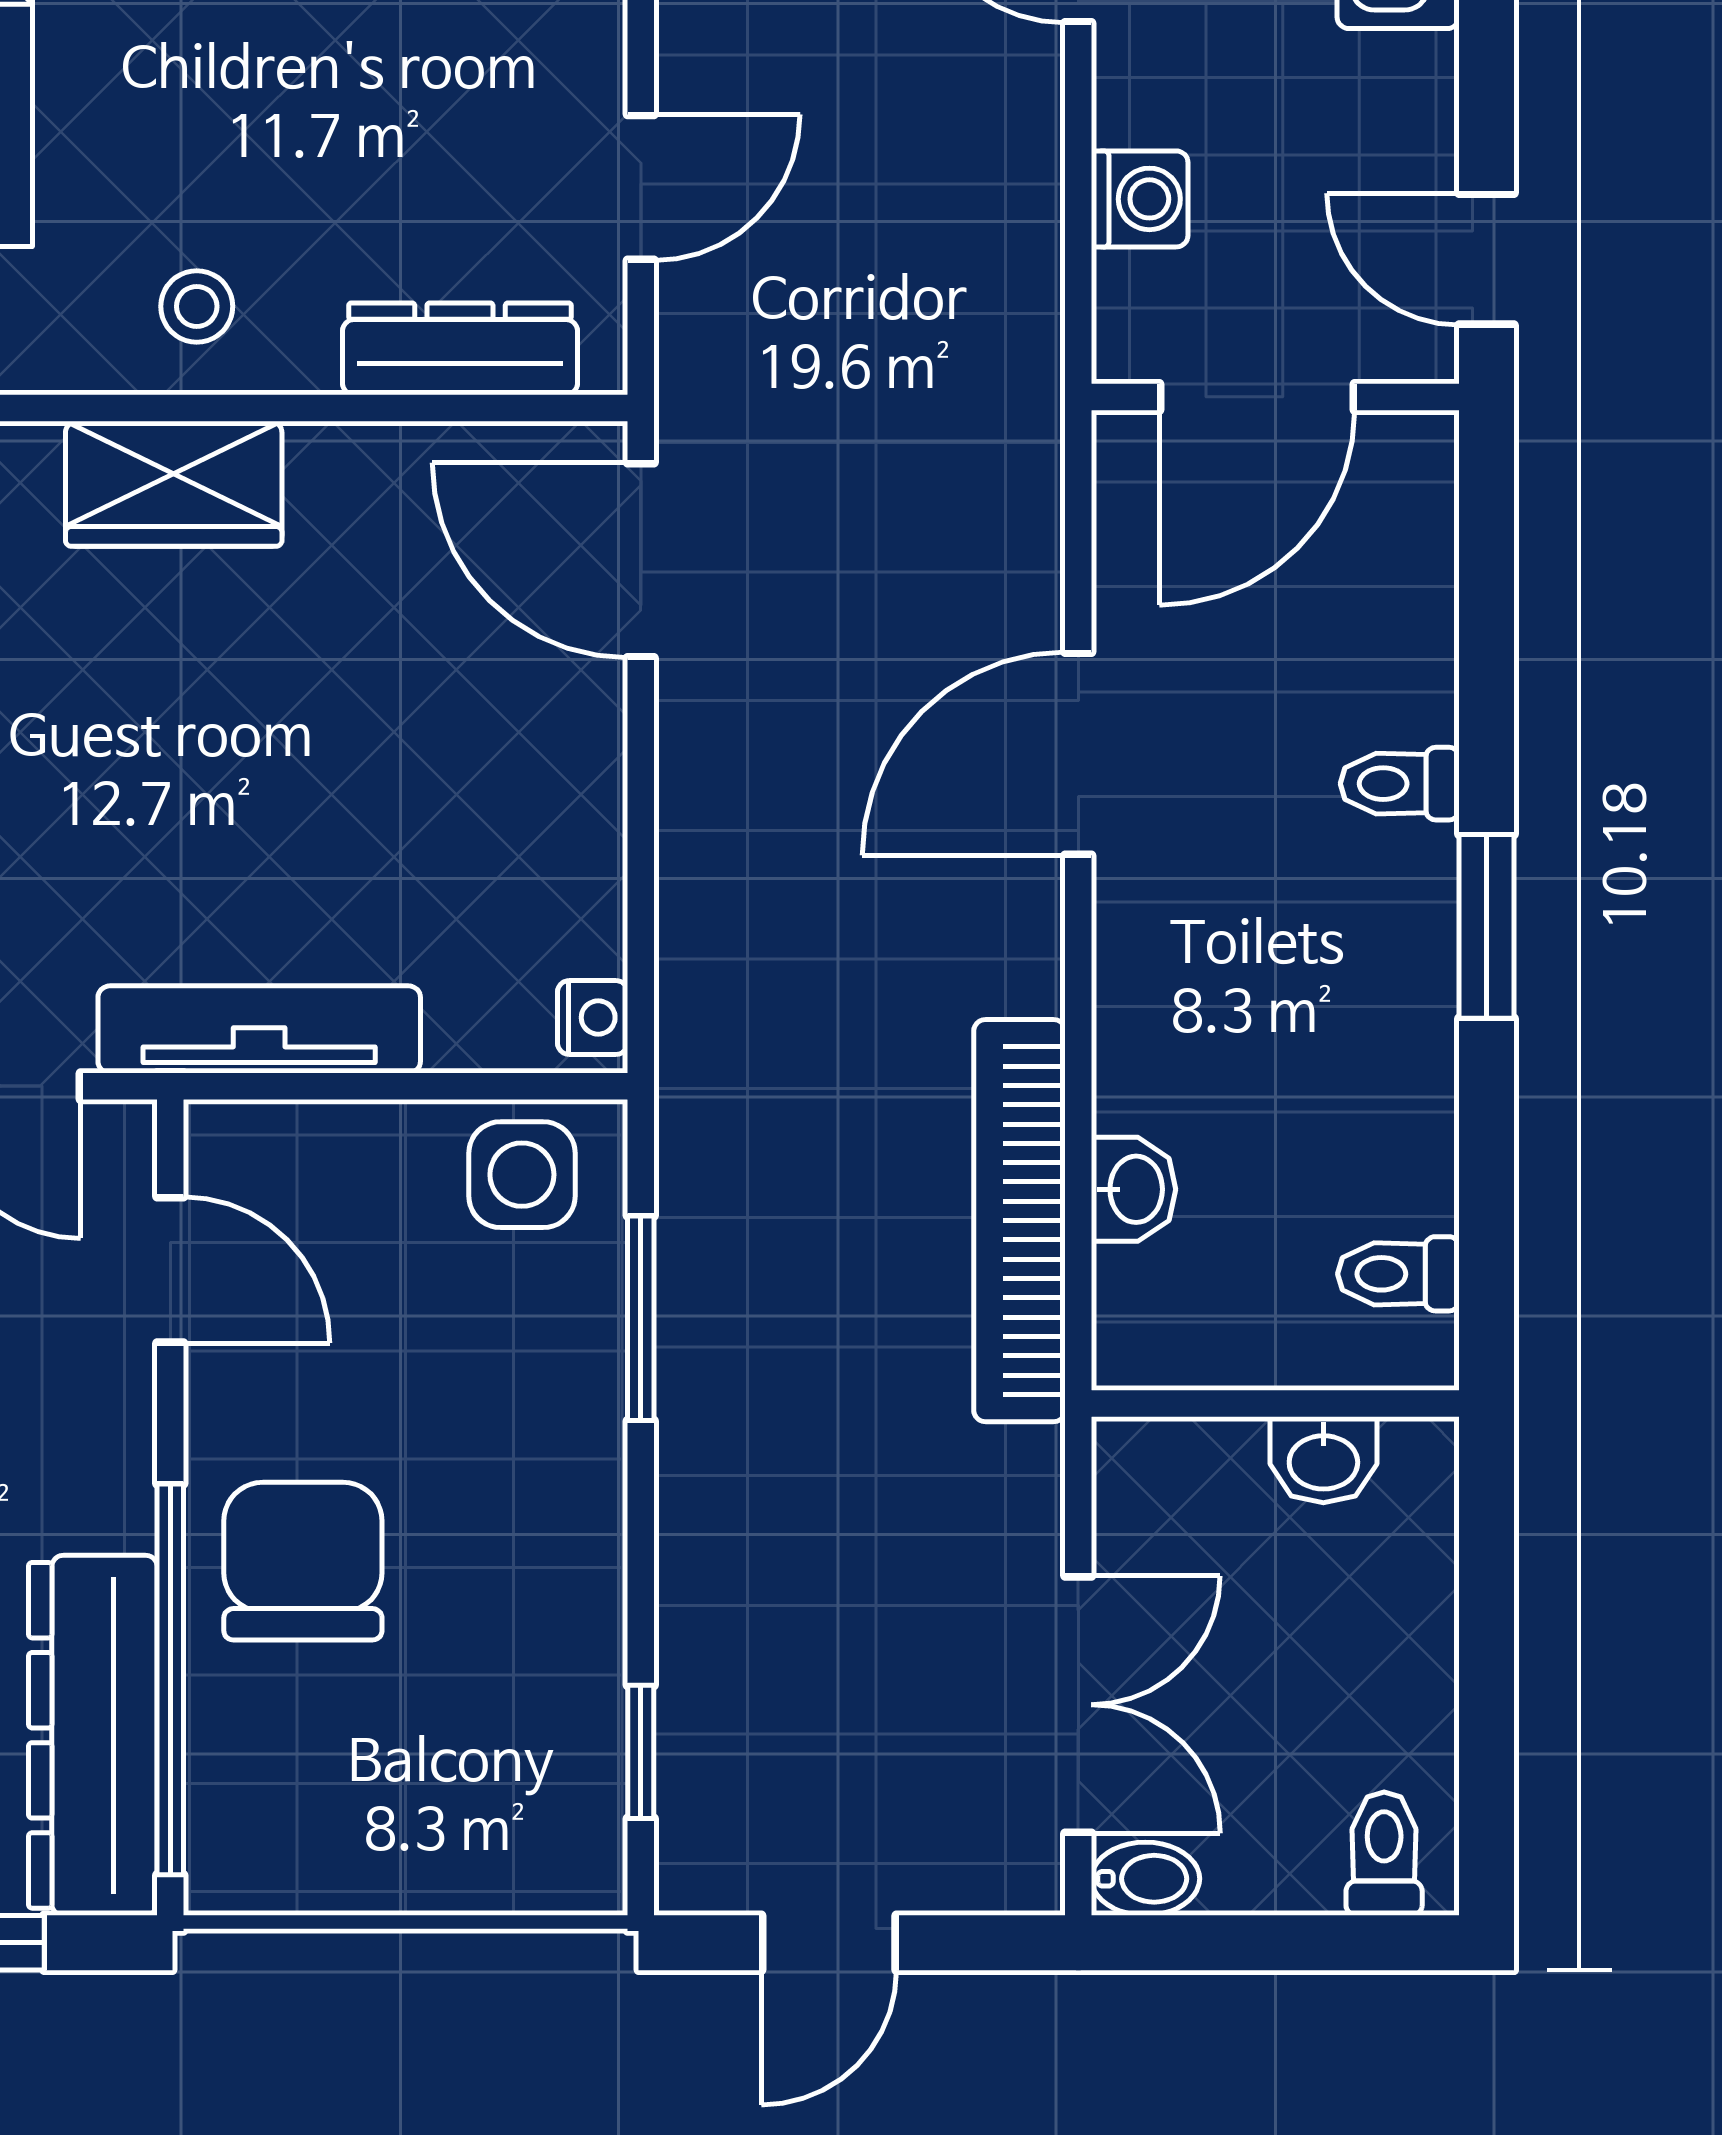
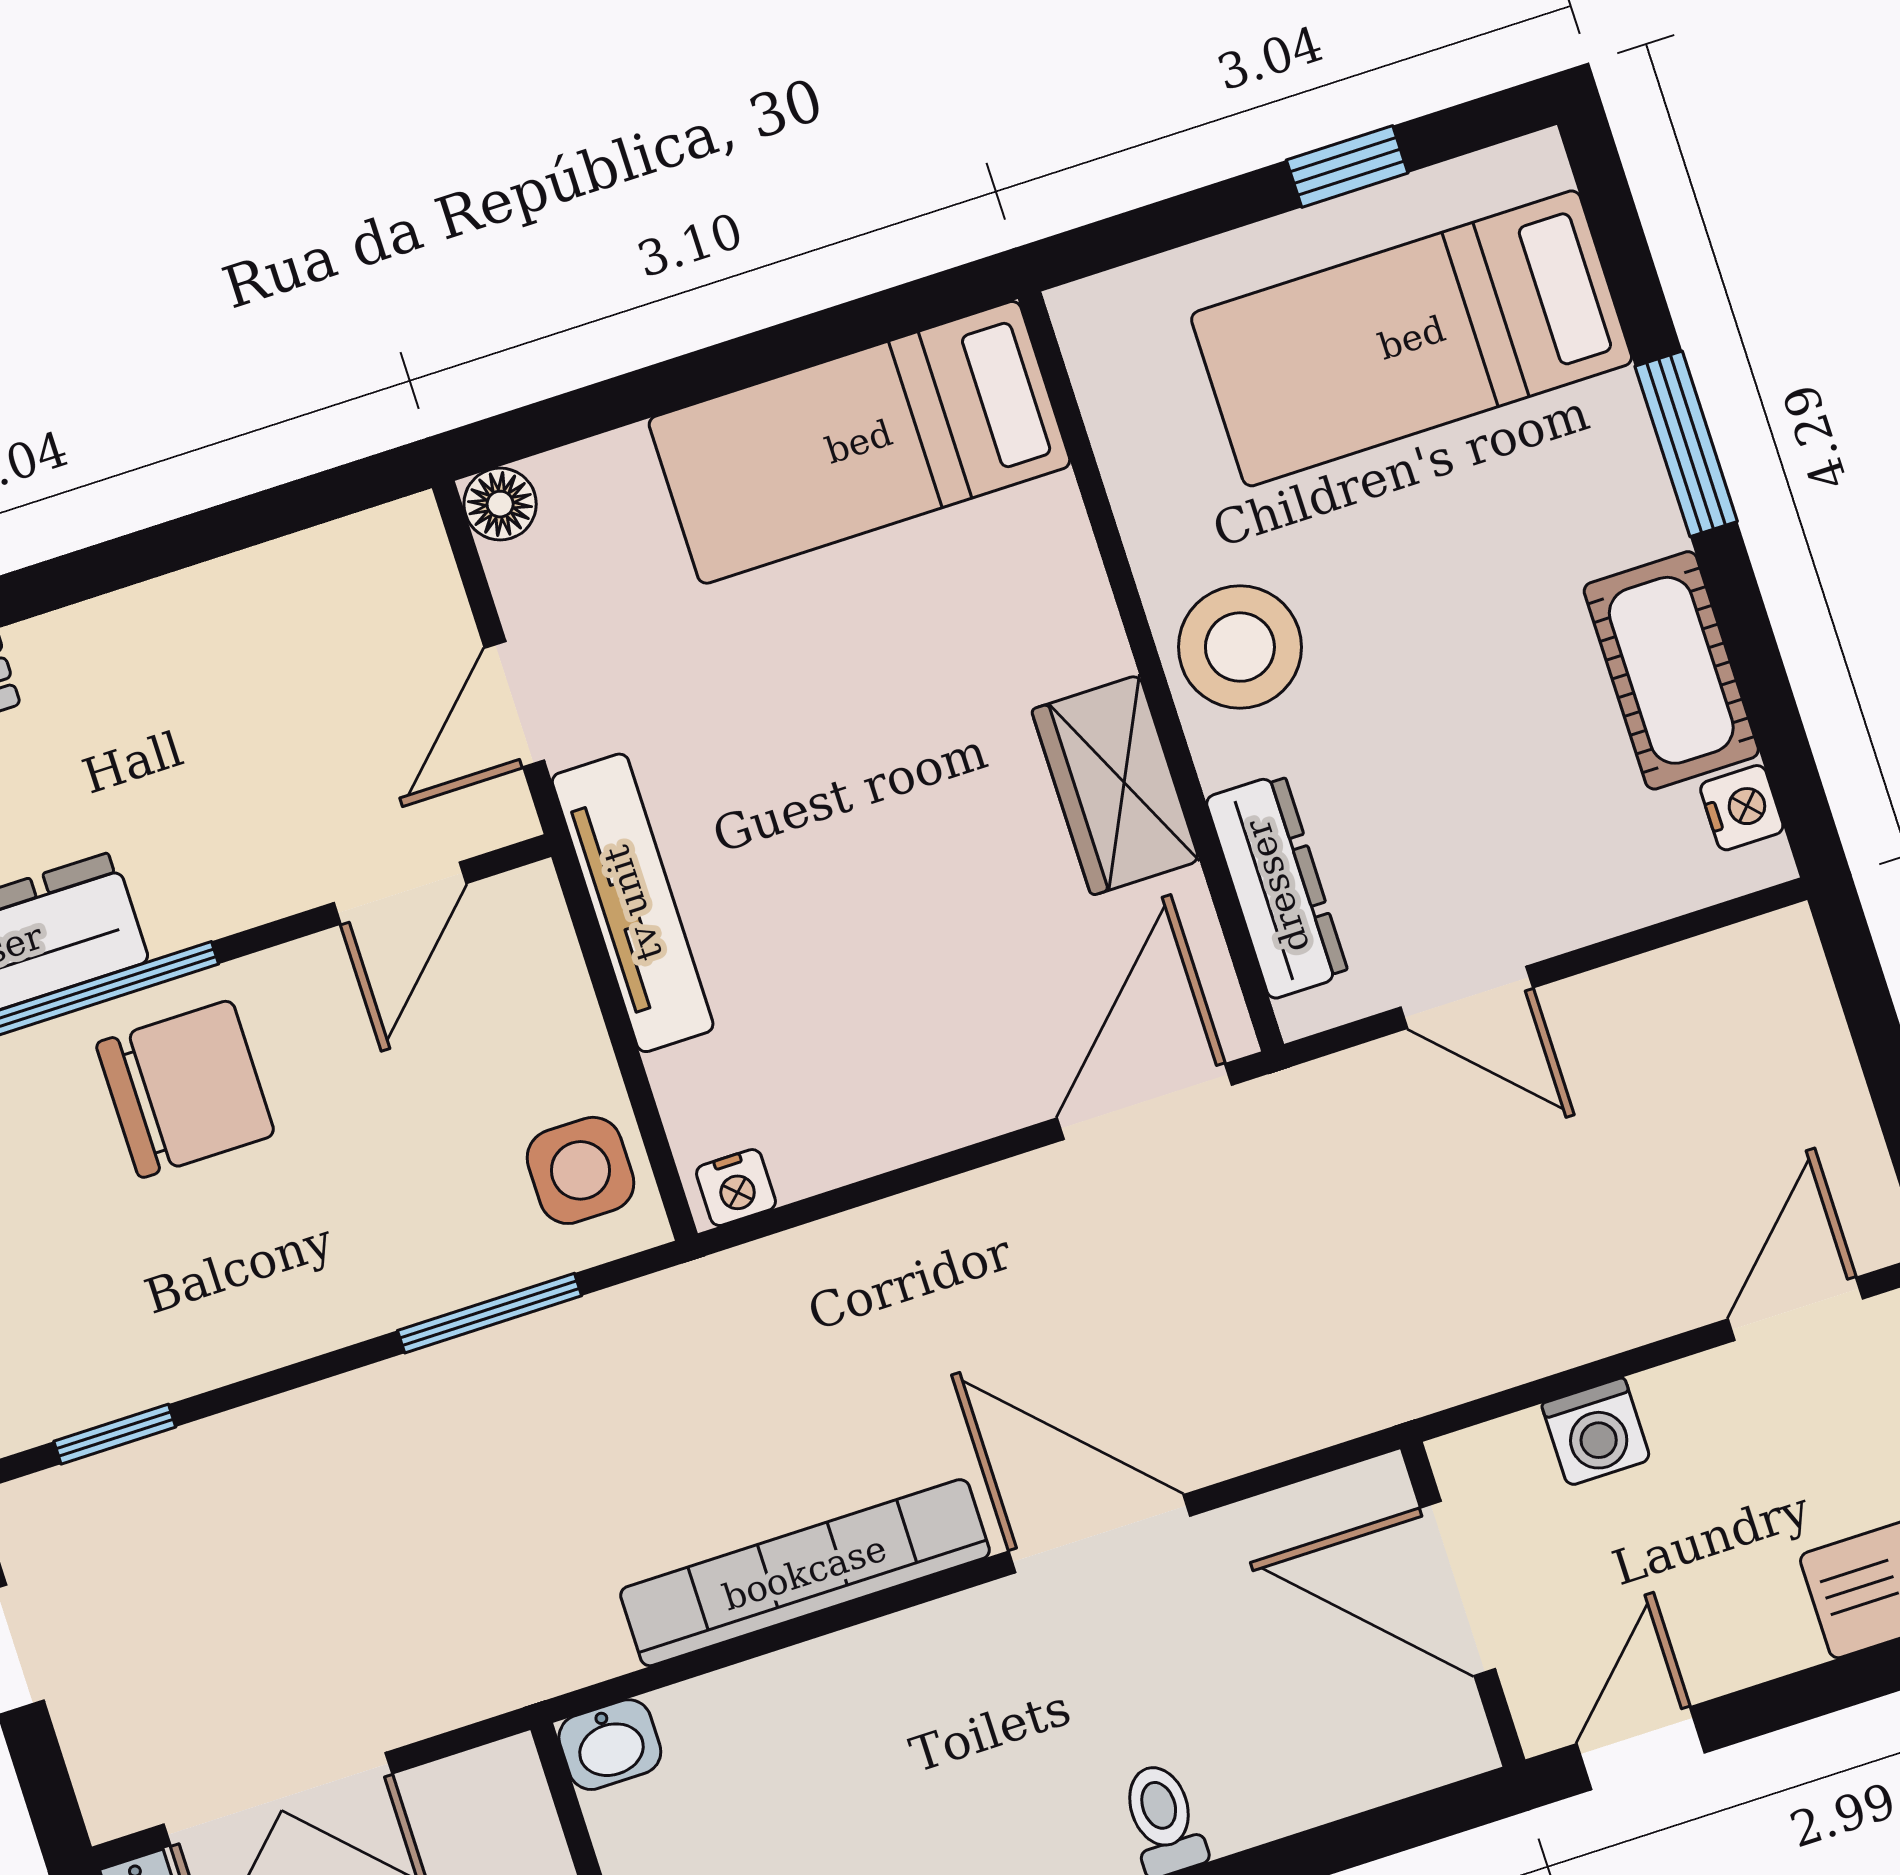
stool: (197, 306) -> (1240, 647), width x1.89, depth x1.89
wardrobe: (174, 484) -> (1115, 785), moved
washbasin: (1134, 1189) -> (610, 1745), moved
bookcase: (1020, 1221) -> (805, 1573), moved

